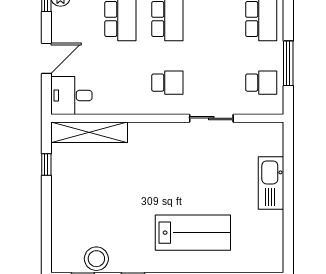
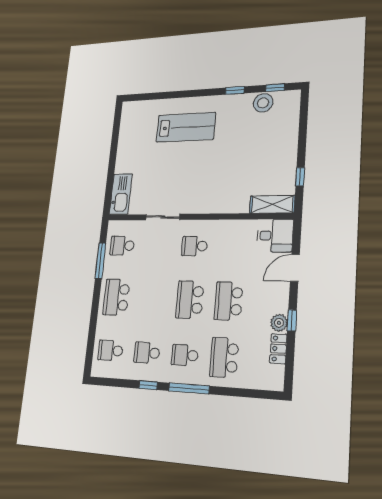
shelving: (89, 132) -> (272, 204), width x0.68
kitchen sink: (271, 183) -> (121, 194), moved
lab bench: (193, 233) -> (186, 127), turned 180

